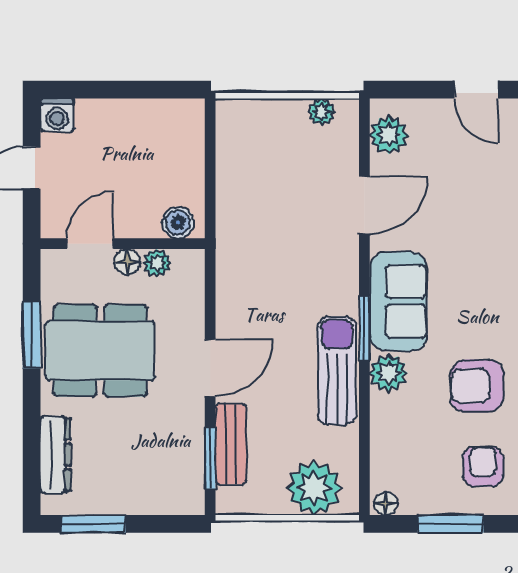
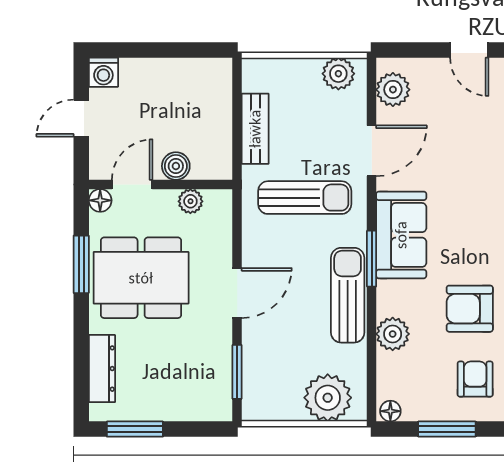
plant: (321, 112) -> (338, 74), width x1.38, depth x1.38
boiler: (178, 223) -> (176, 166), moved
sun lounger: (288, 259) -> (305, 198), added
floor lamp: (127, 262) -> (100, 200), moved
plant: (388, 373) -> (393, 334), moved
bench: (231, 444) -> (255, 129), moved

